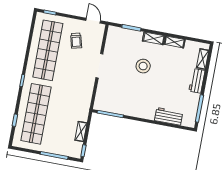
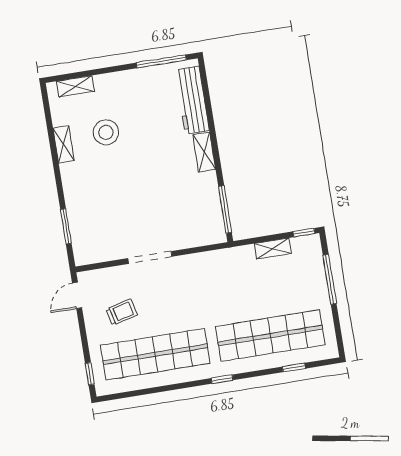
shelving: (154, 38) -> (204, 152), moved
stool: (143, 66) -> (106, 132), moved
workbench: (197, 81) -> (116, 83), removed
workbench: (169, 116) -> (192, 100), width x1.38

